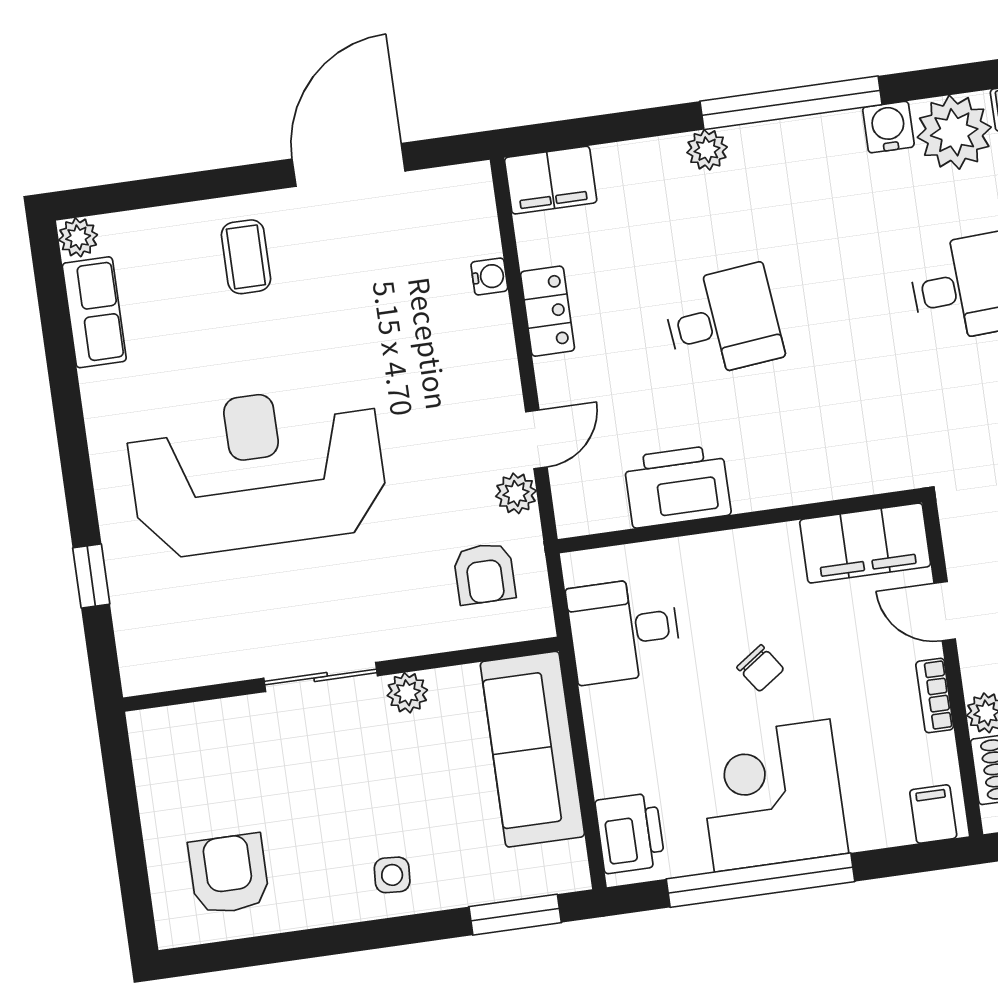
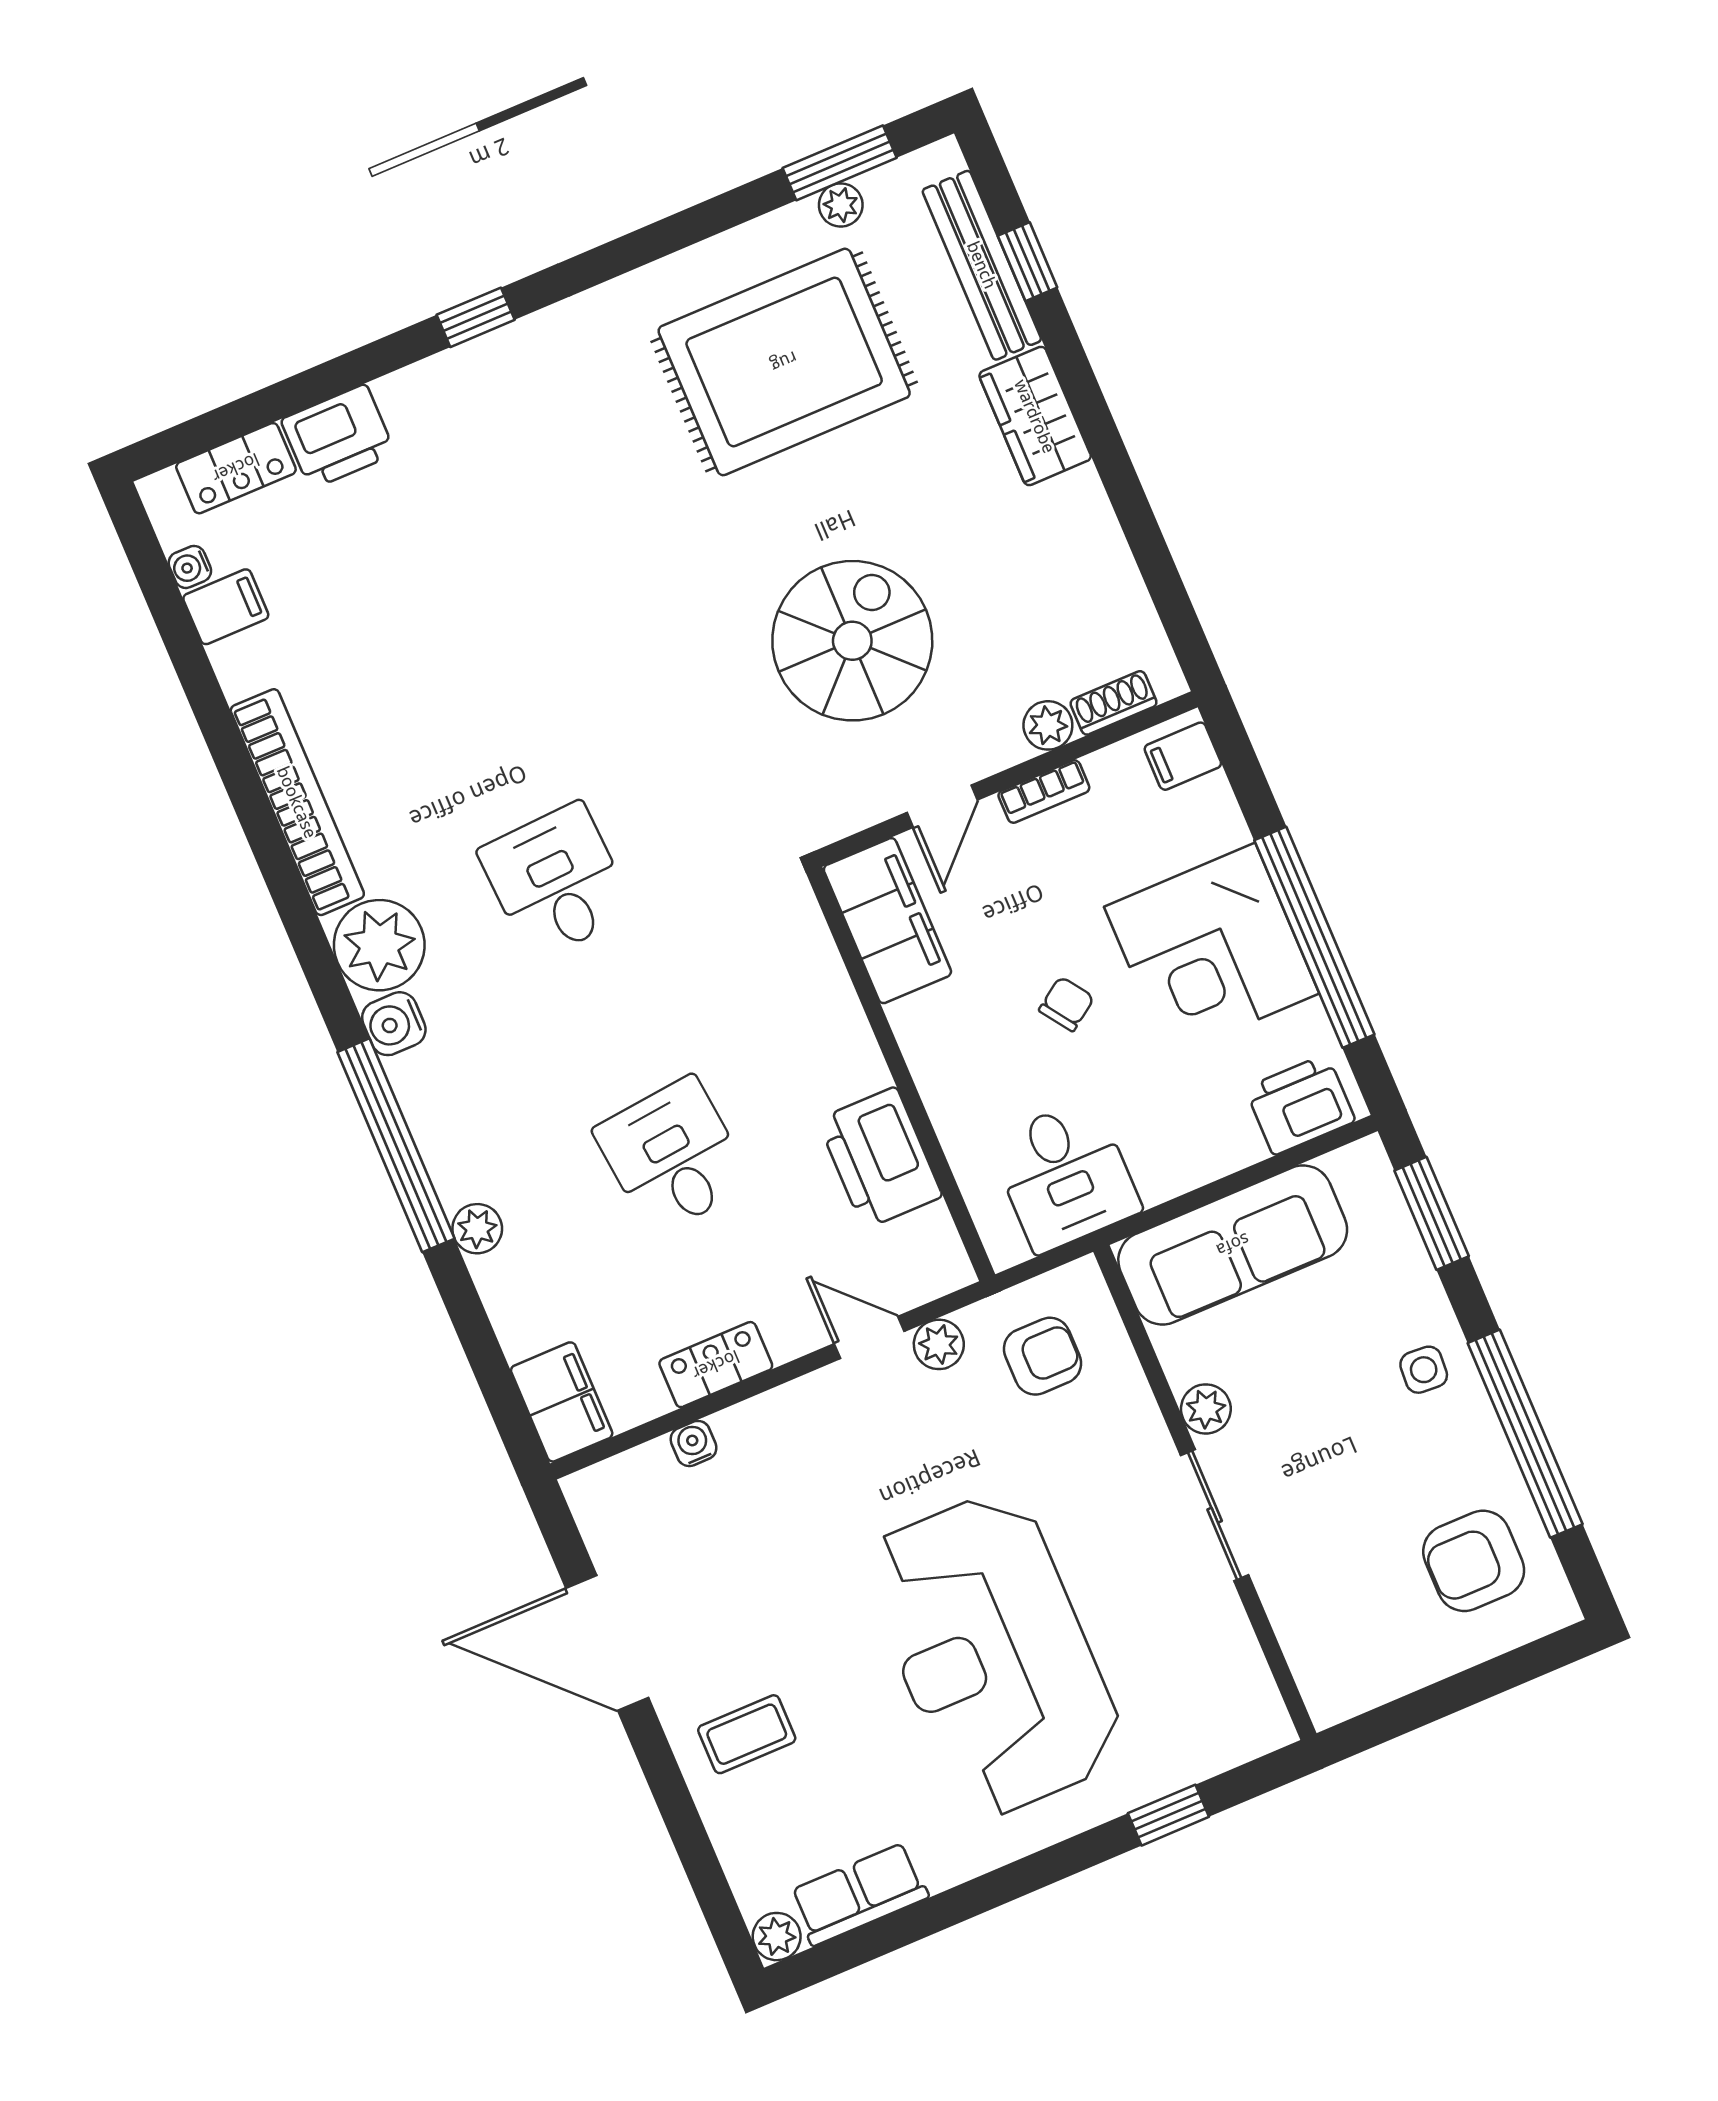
window: (319, 942) -> (1525, 1434), added

